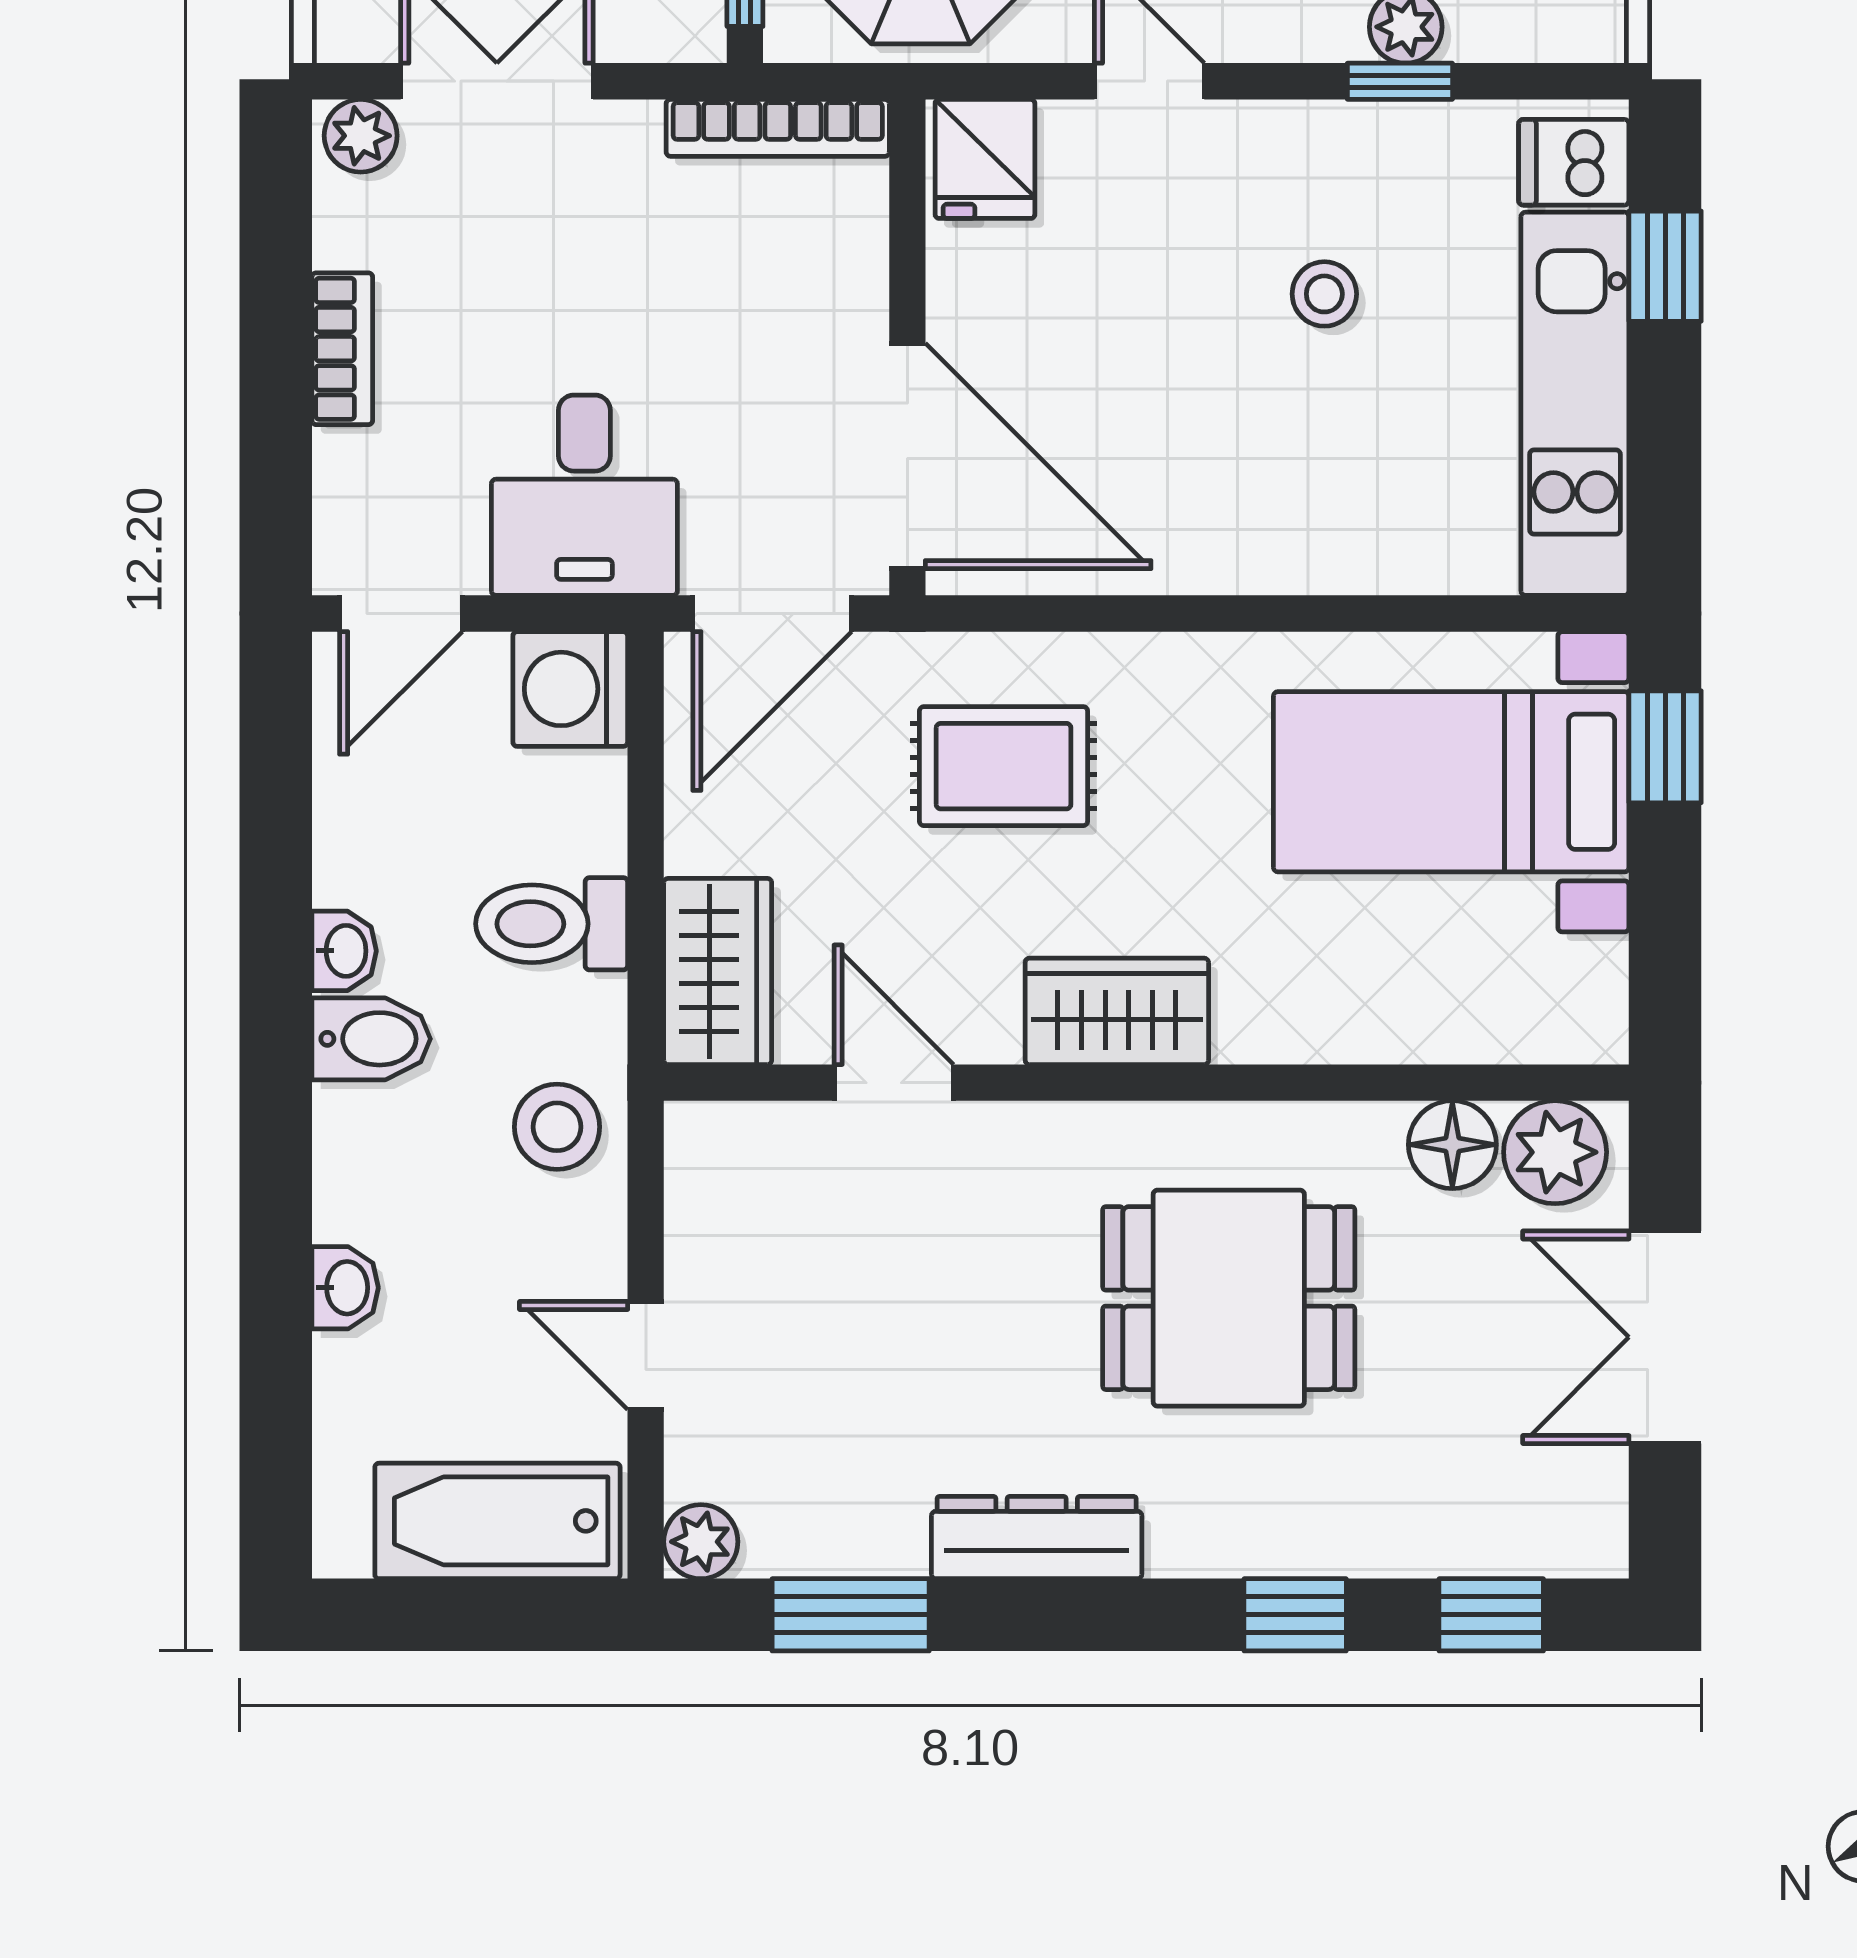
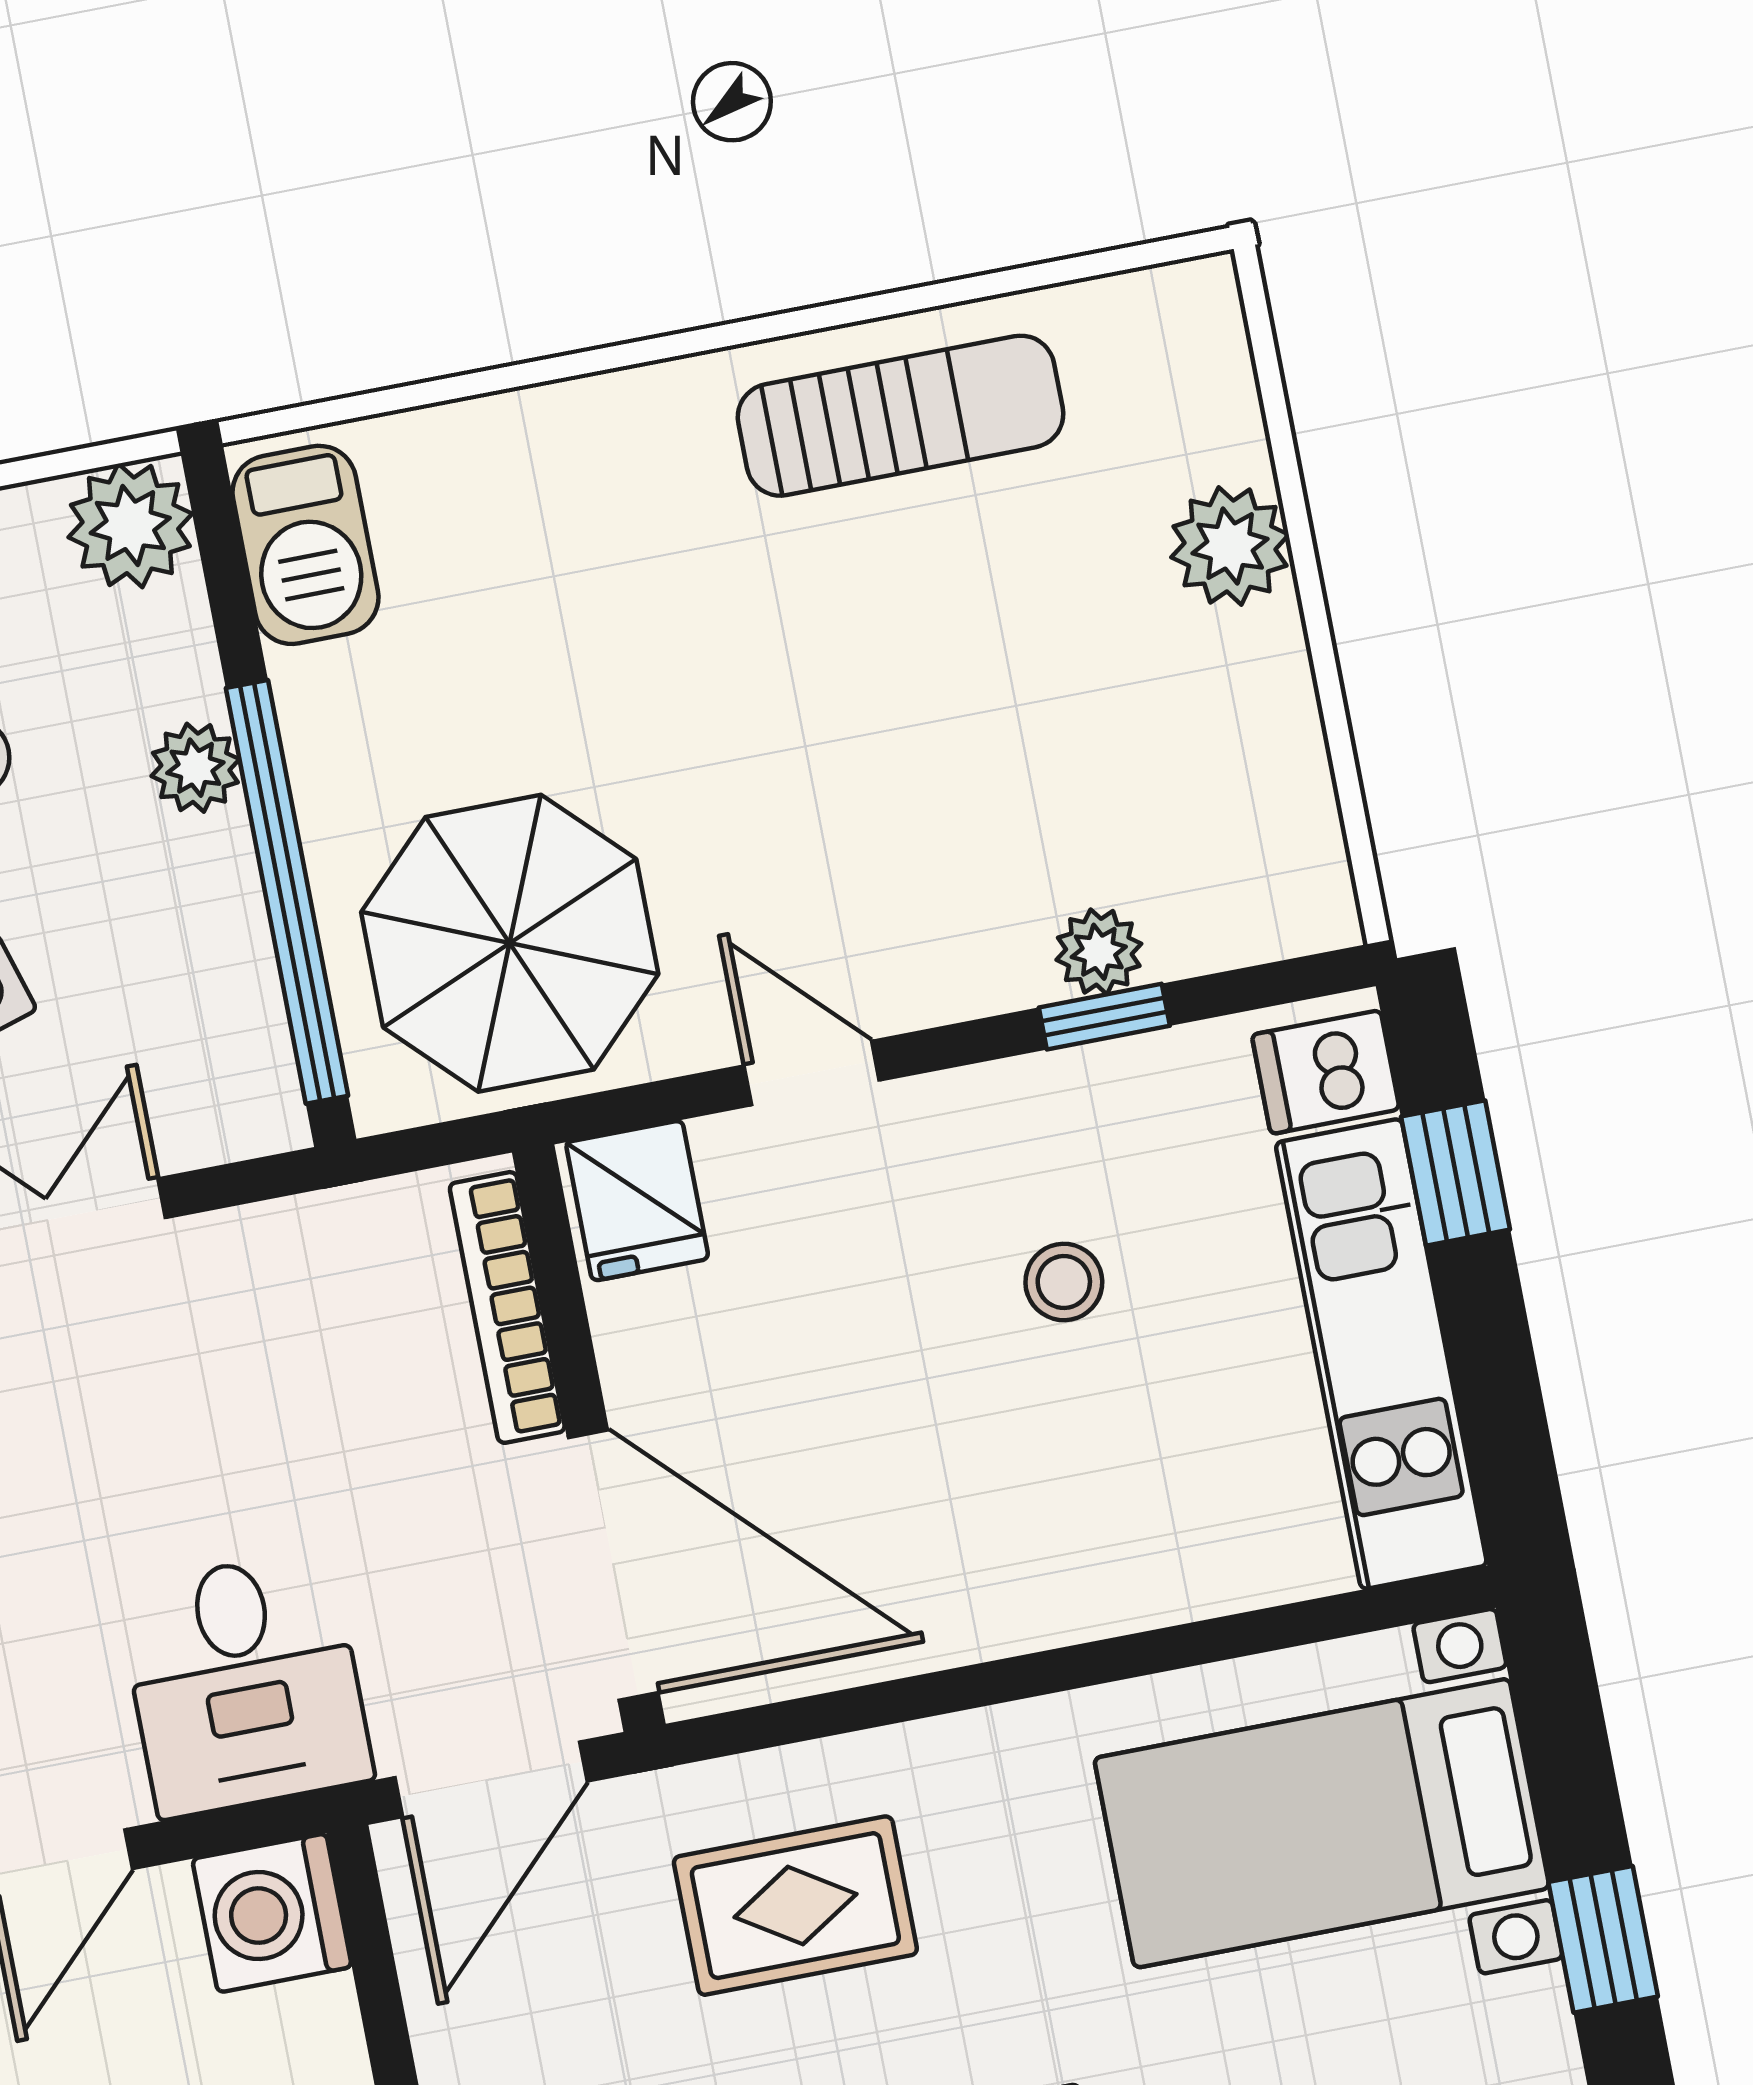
bookcase: (778, 128) -> (507, 1307), moved, turned 90
window: (1665, 747) -> (1603, 1939), moved

